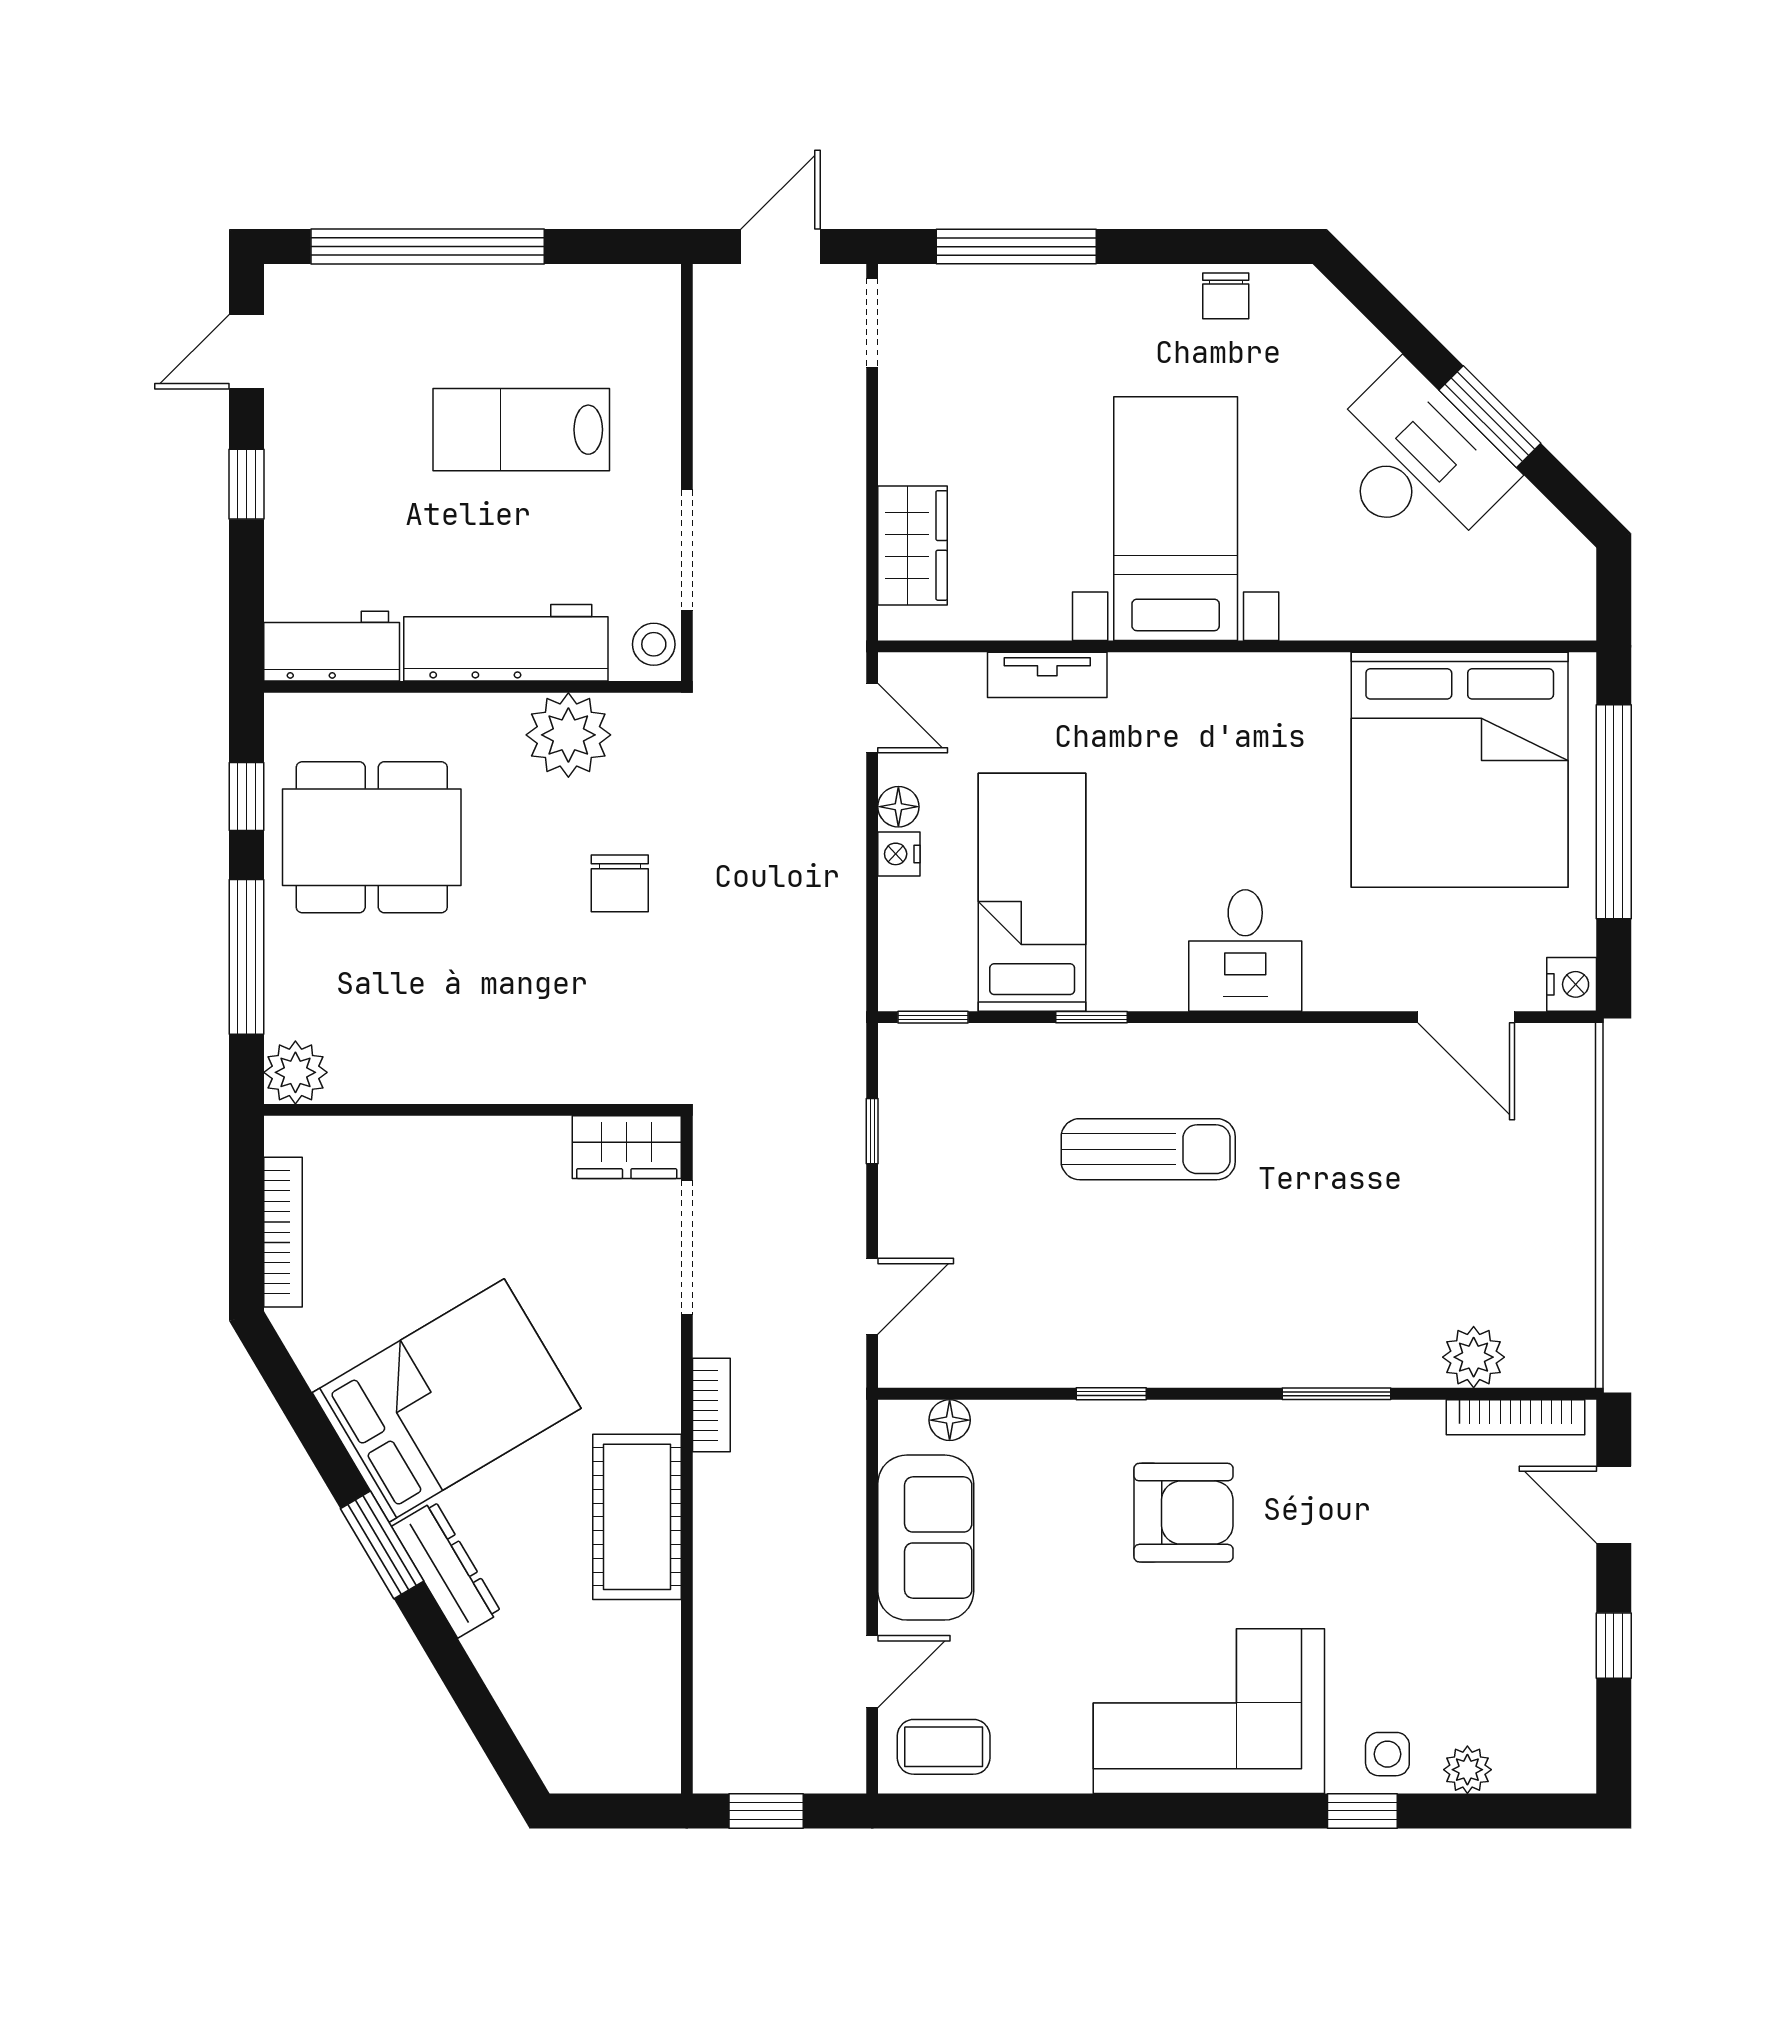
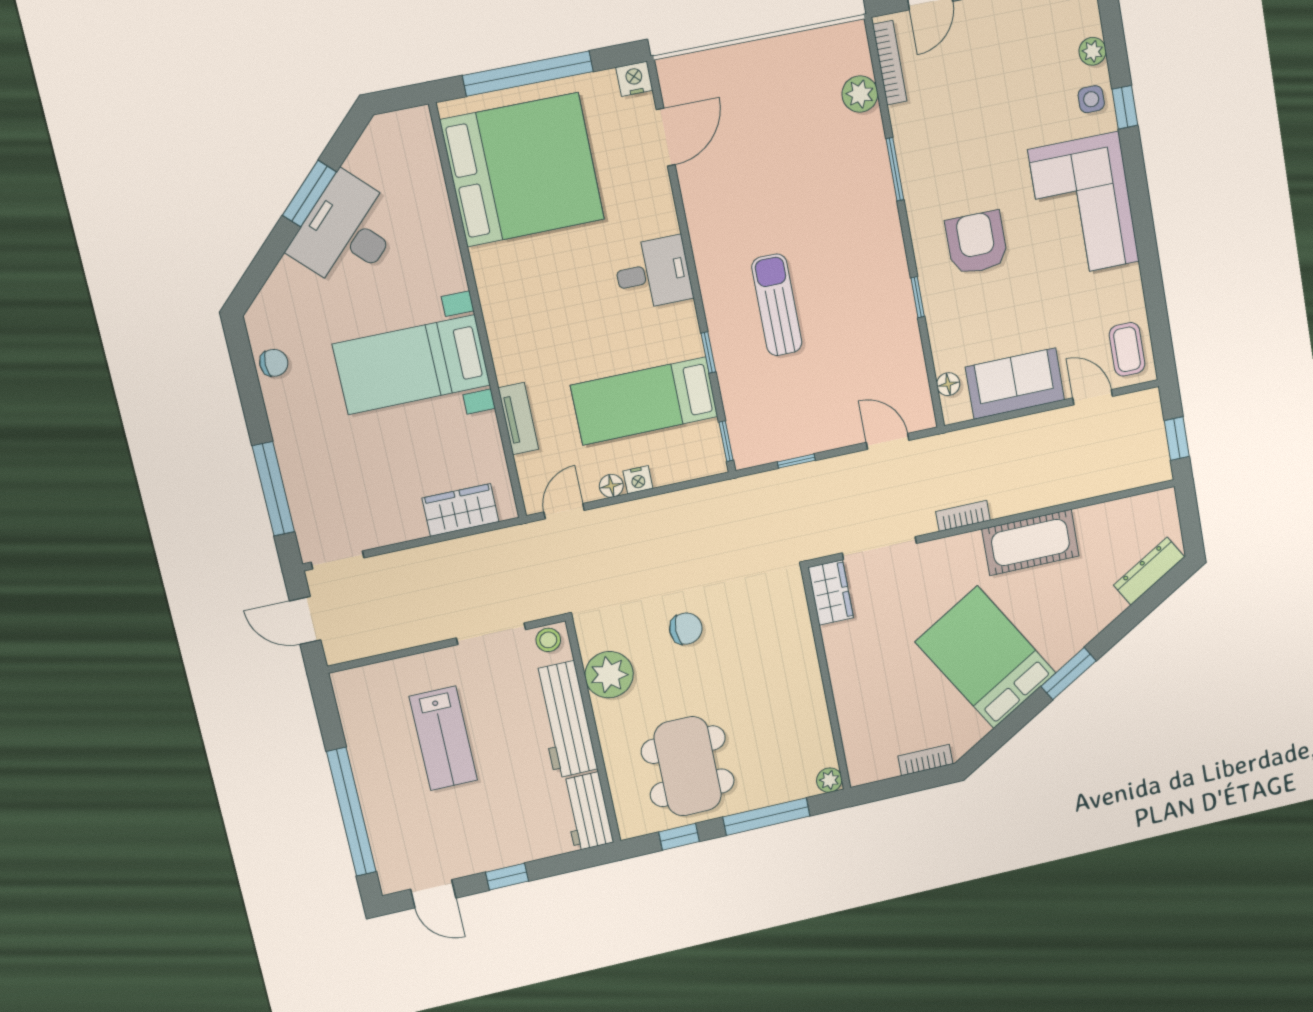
plant: (295, 1072) -> (829, 780), width x0.73, depth x0.73
bookcase: (283, 1232) -> (925, 760), width x0.64
dresser: (446, 1569) -> (1149, 571), moved

